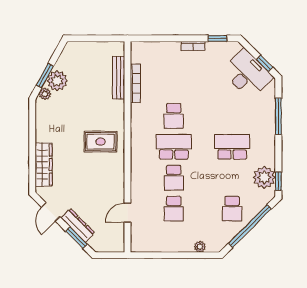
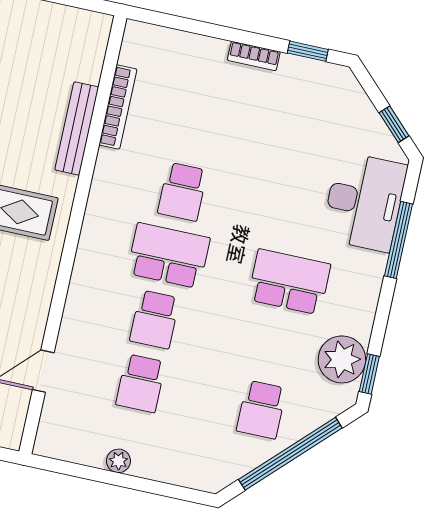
desk: (247, 74) -> (364, 202), moved, turned 45
bench: (119, 78) -> (77, 128), moved
plant: (200, 247) -> (118, 461), moved

